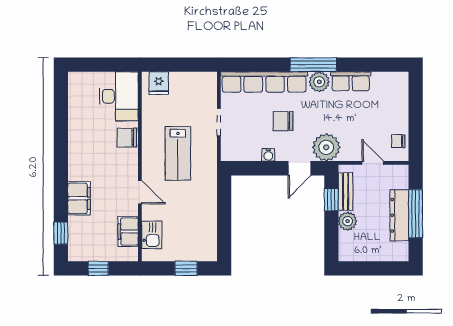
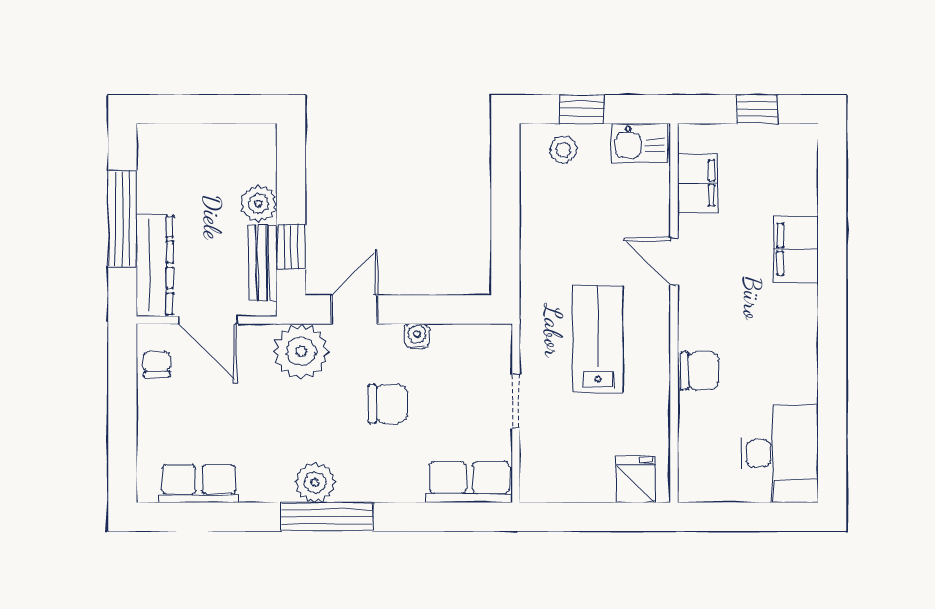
row of seats: (351, 81) -> (199, 484), moved
row of seats: (264, 82) -> (469, 482), width x0.50
desk: (119, 96) -> (779, 454), moved, turned 180
chair: (398, 141) -> (157, 364), turned -90
door: (373, 163) -> (208, 320), width x1.38
dresser: (399, 215) -> (155, 265), moved
window: (61, 233) -> (832, 180), removed
kitchen sink: (152, 235) -> (639, 143), moved, turned -90
stool: (195, 248) -> (564, 150), added

